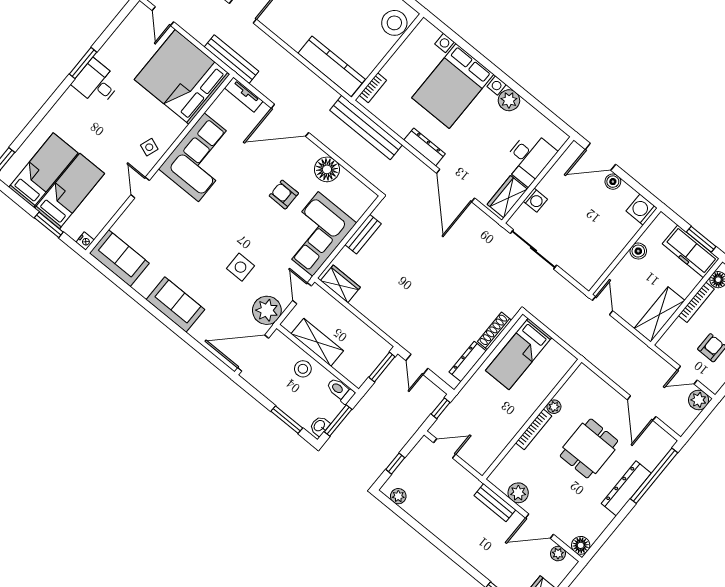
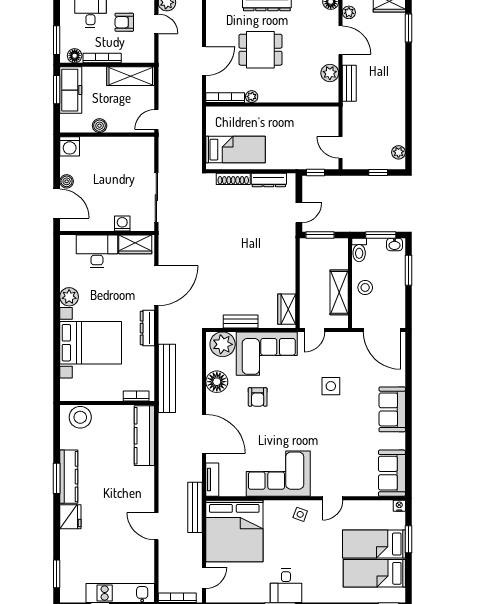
plant: (267, 310) -> (223, 344), moved
door: (642, 408) -> (204, 61), moved
bookcase: (534, 429) -> (225, 98), moved

